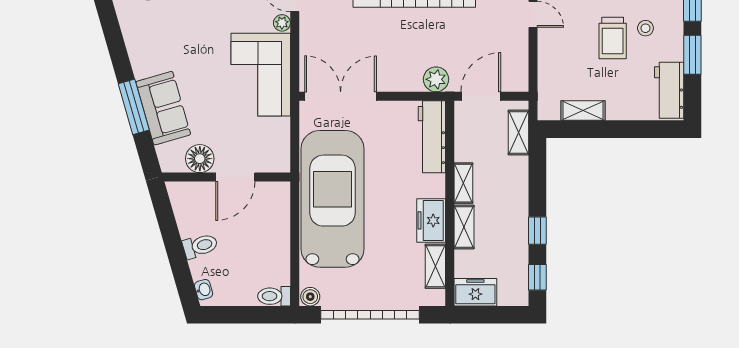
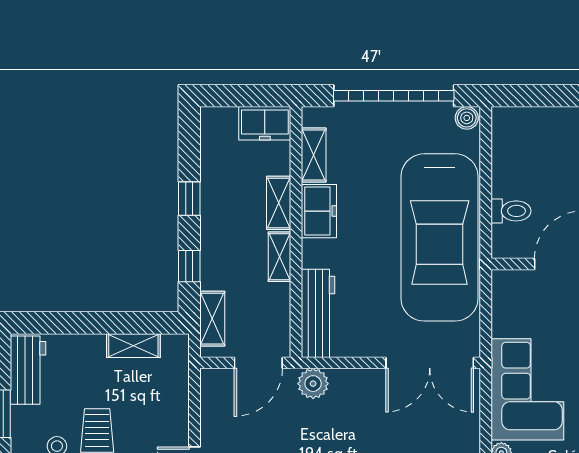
window: (537, 277) -> (189, 266), moved
toilet: (274, 296) -> (511, 211), moved

